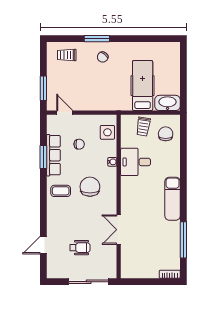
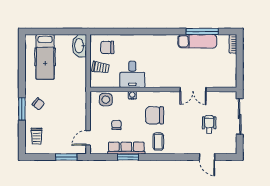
hospital bed: (143, 86) -> (45, 57), moved, turned -90
exam couch: (173, 199) -> (197, 41), moved

